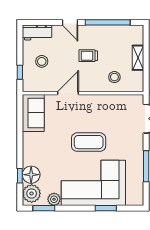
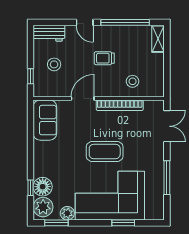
shelving: (138, 58) -> (158, 39), moved
bookcase: (103, 99) -> (120, 105), added

